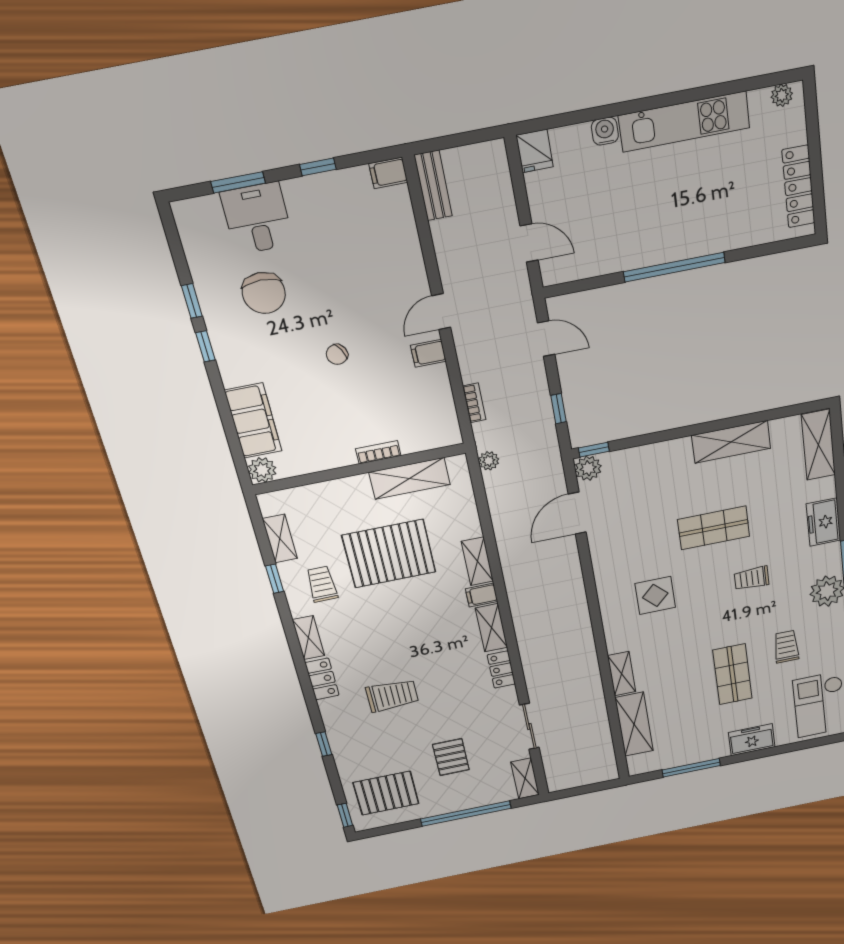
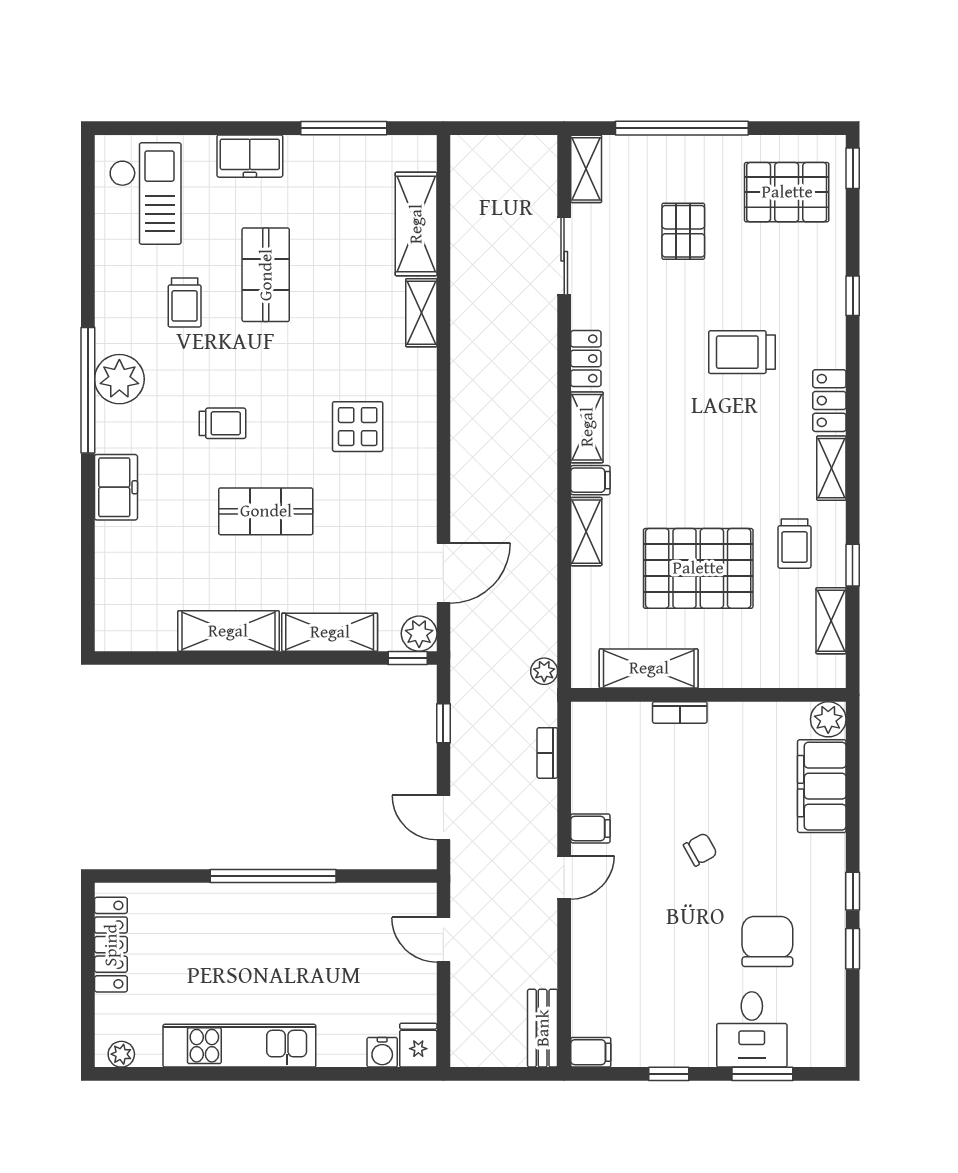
water cooler: (605, 131) -> (382, 1052), moved
shelving: (818, 445) -> (330, 632), moved, turned 90

